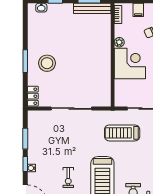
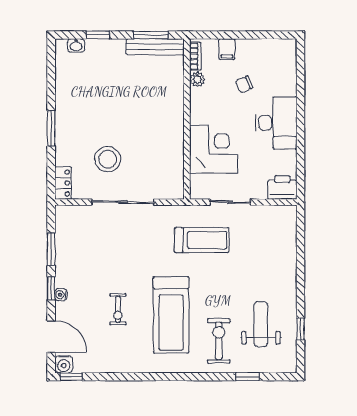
plant: (119, 42) -> (197, 79), moved
stool: (47, 63) -> (108, 159), moved
corner desk: (130, 64) -> (214, 149), moved
treadmill: (122, 133) -> (202, 240), turned 180

